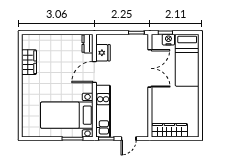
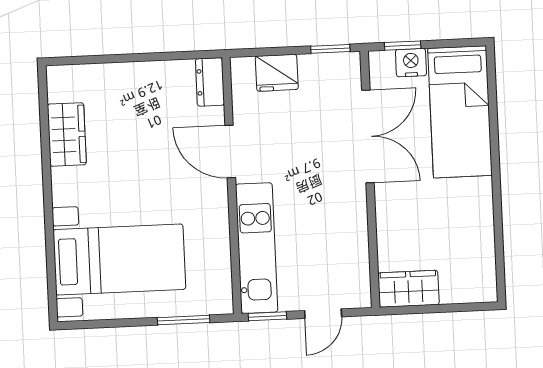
fridge: (103, 53) -> (277, 73), moved, turned 90
door: (94, 72) -> (230, 152), hinge flipped
bed with nightstands: (67, 115) -> (119, 259), moved, turned 180
wardrobe: (169, 130) -> (409, 289), width x0.67

